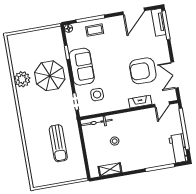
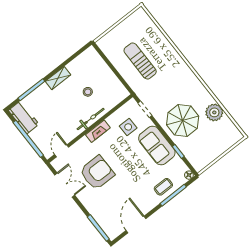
tv unit: (159, 22) -> (107, 227), removed
plant: (22, 79) -> (214, 112), moved
fireplace: (140, 102) -> (98, 131), moved
bicycle: (97, 122) -> (91, 119), moved
shelving: (110, 169) -> (58, 78), moved

